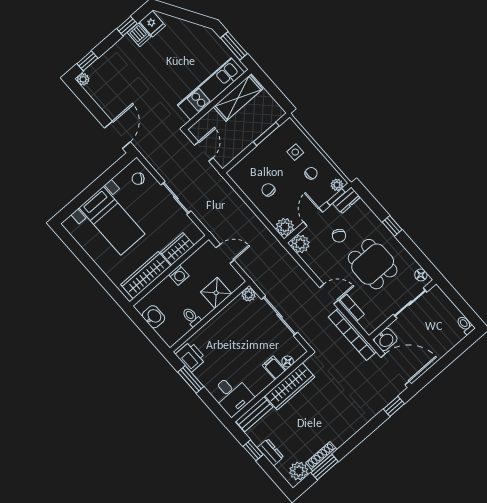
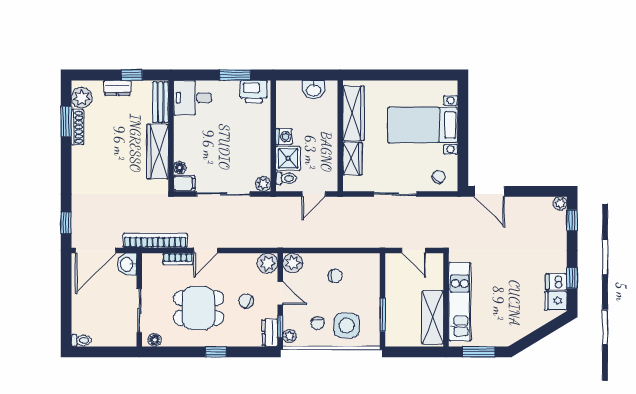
side table: (295, 152) -> (347, 325), width x1.87, depth x1.87
washing machine: (179, 275) -> (284, 137), moved, turned 180
toilet: (191, 317) -> (286, 178), moved
filing cabinet: (274, 368) -> (184, 183), moved

